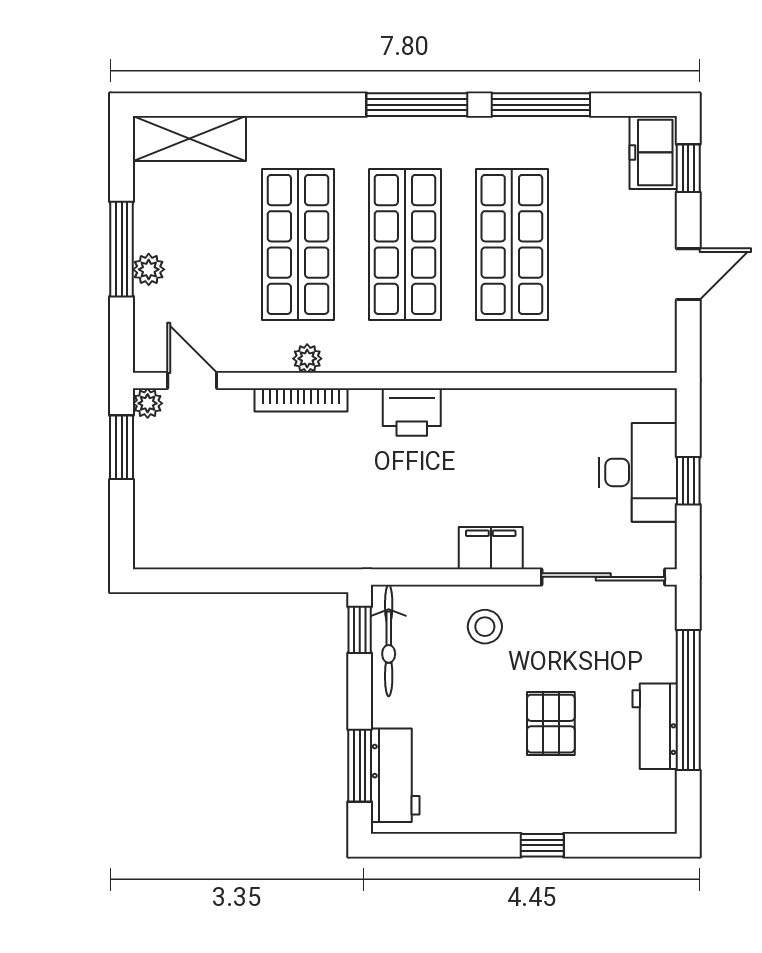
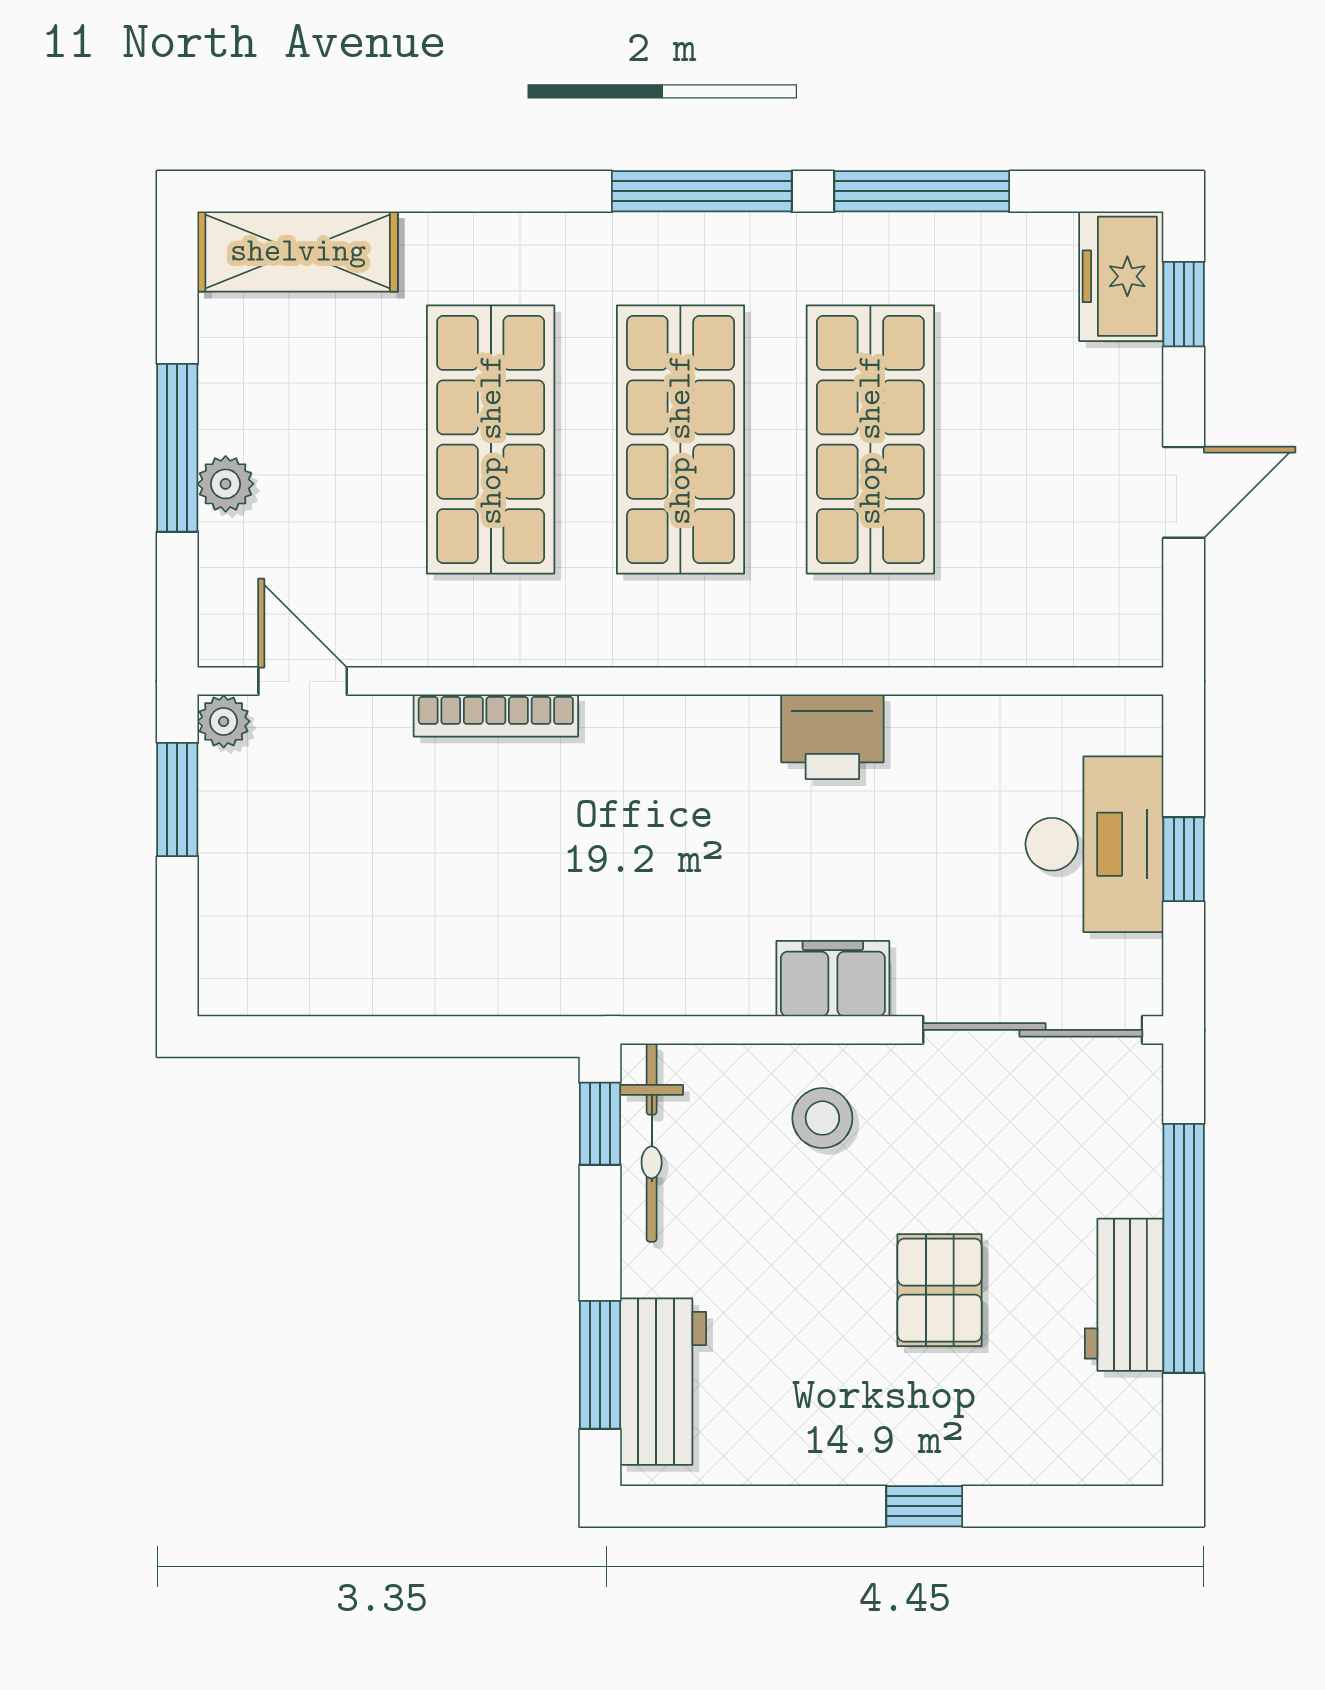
plant: (307, 359) -> (507, 642), removed
printer: (412, 412) -> (832, 737), moved

